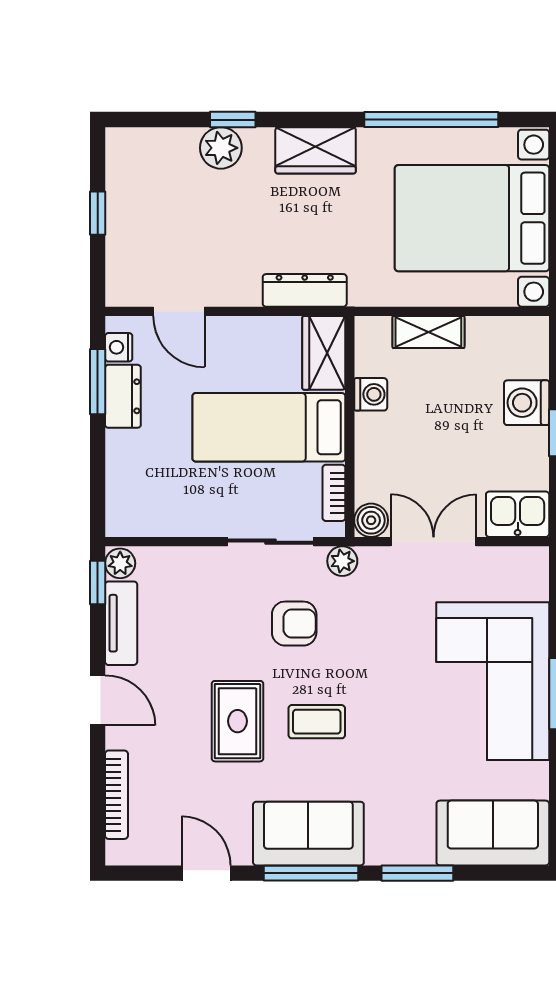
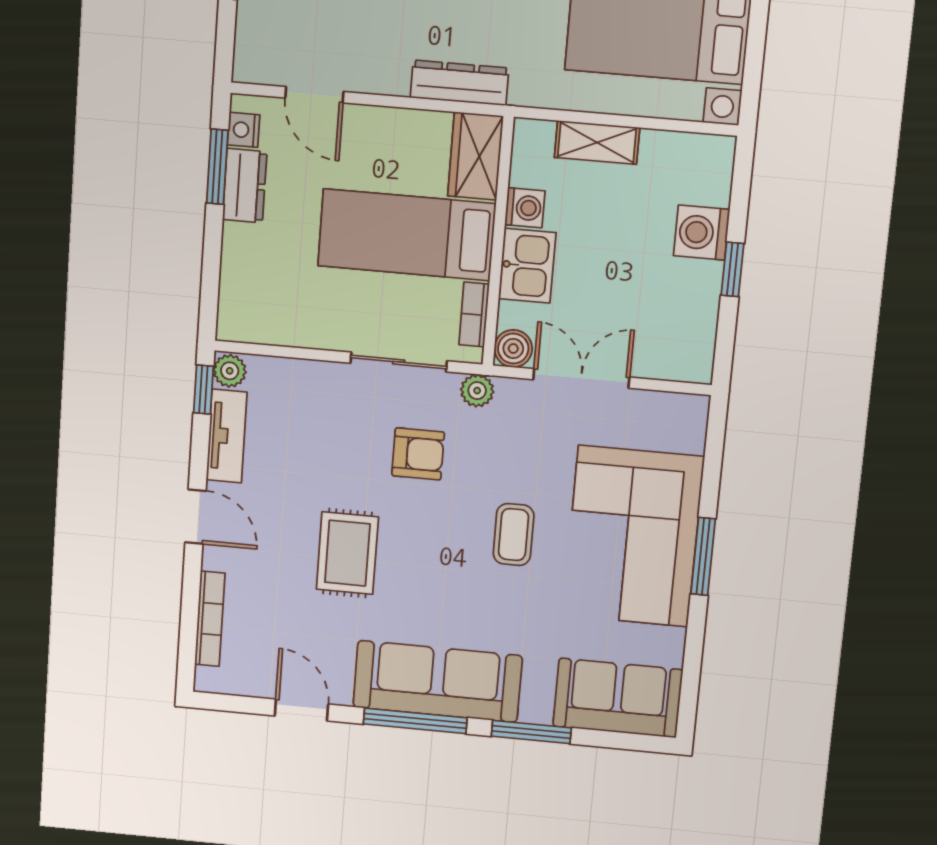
kitchen sink: (518, 514) -> (527, 266), moved, turned 90
coffee table: (317, 722) -> (514, 535), moved, turned 90
sofa: (308, 834) -> (438, 681), width x1.36

